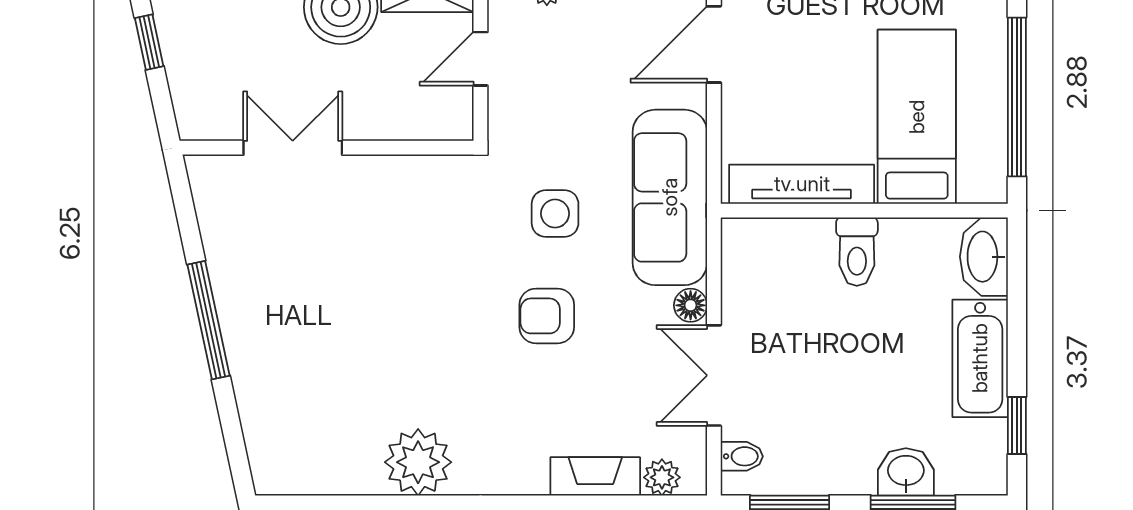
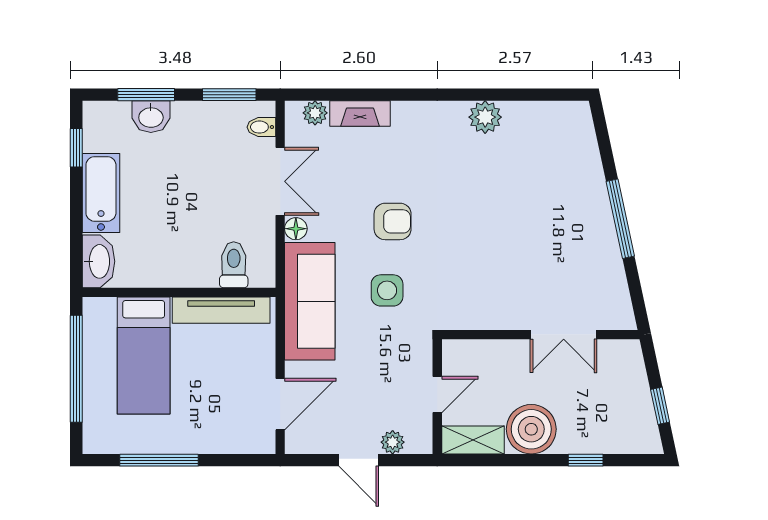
toilet: (857, 252) -> (234, 265), moved
plant: (418, 462) -> (485, 117), width x0.73, depth x0.73

